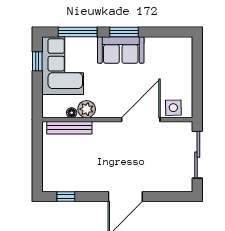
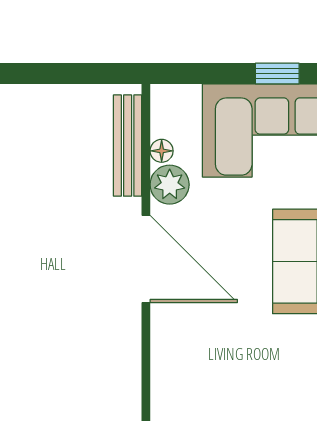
side table: (173, 108) -> (173, 380), removed
door: (141, 120) -> (146, 259), moved

